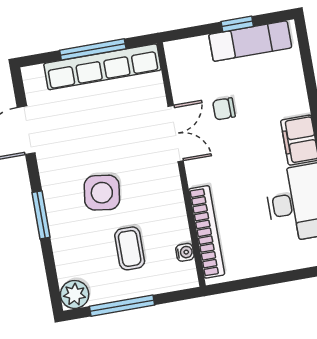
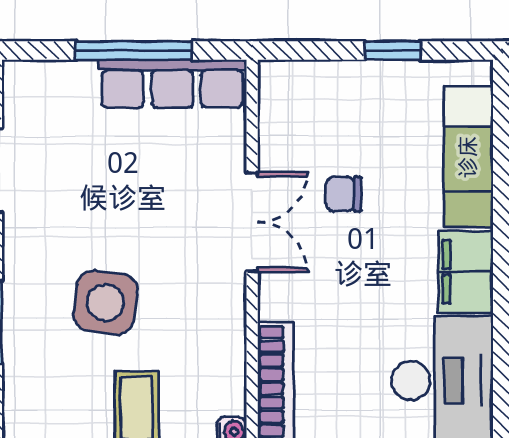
exam couch: (250, 41) -> (468, 157), moved, turned 90
row of seats: (102, 67) -> (172, 84), width x0.73

